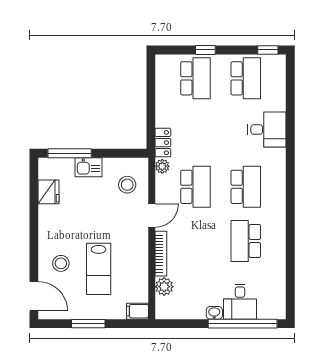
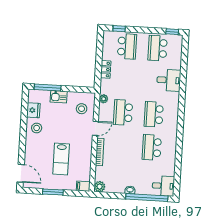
window: (205, 50) -> (119, 29), moved
school desk: (246, 78) -> (158, 48), turned 180
locker: (163, 143) -> (106, 69), moved
school desk: (195, 187) -> (123, 112), turned 180
school desk: (246, 187) -> (154, 114), turned 180
stool: (61, 263) -> (37, 128), moved
plant: (164, 287) -> (100, 187), moved
desk: (240, 302) -> (163, 186), moved, turned -90

